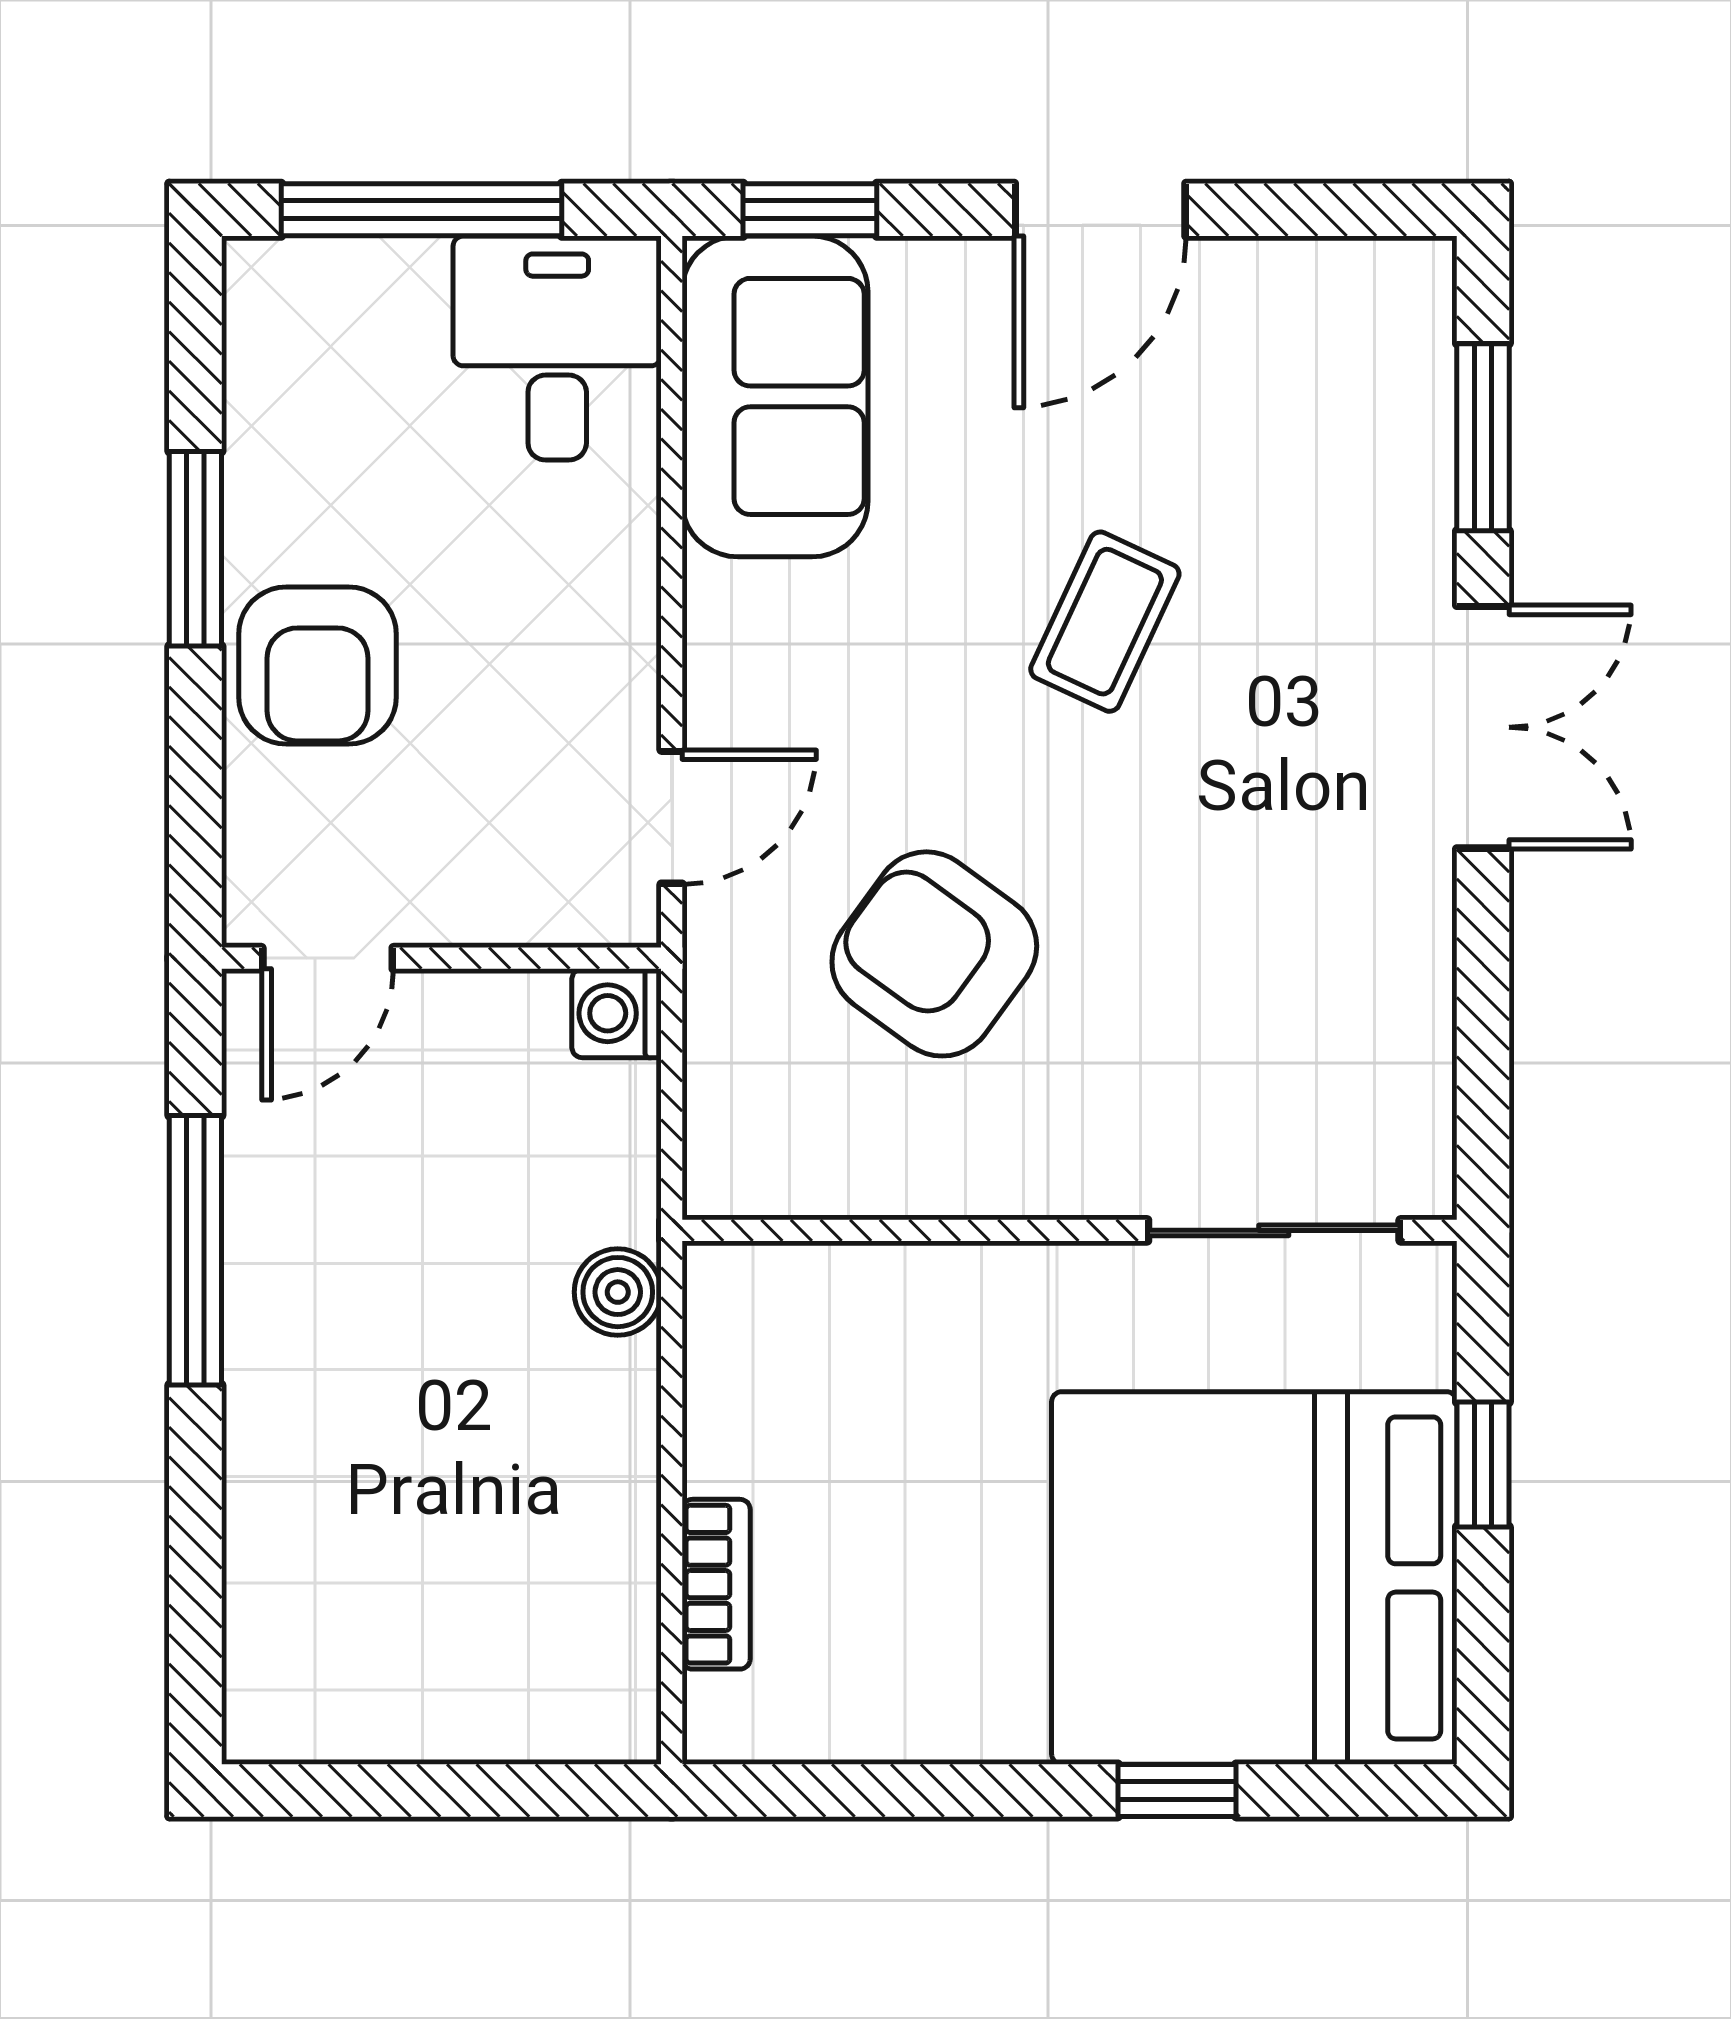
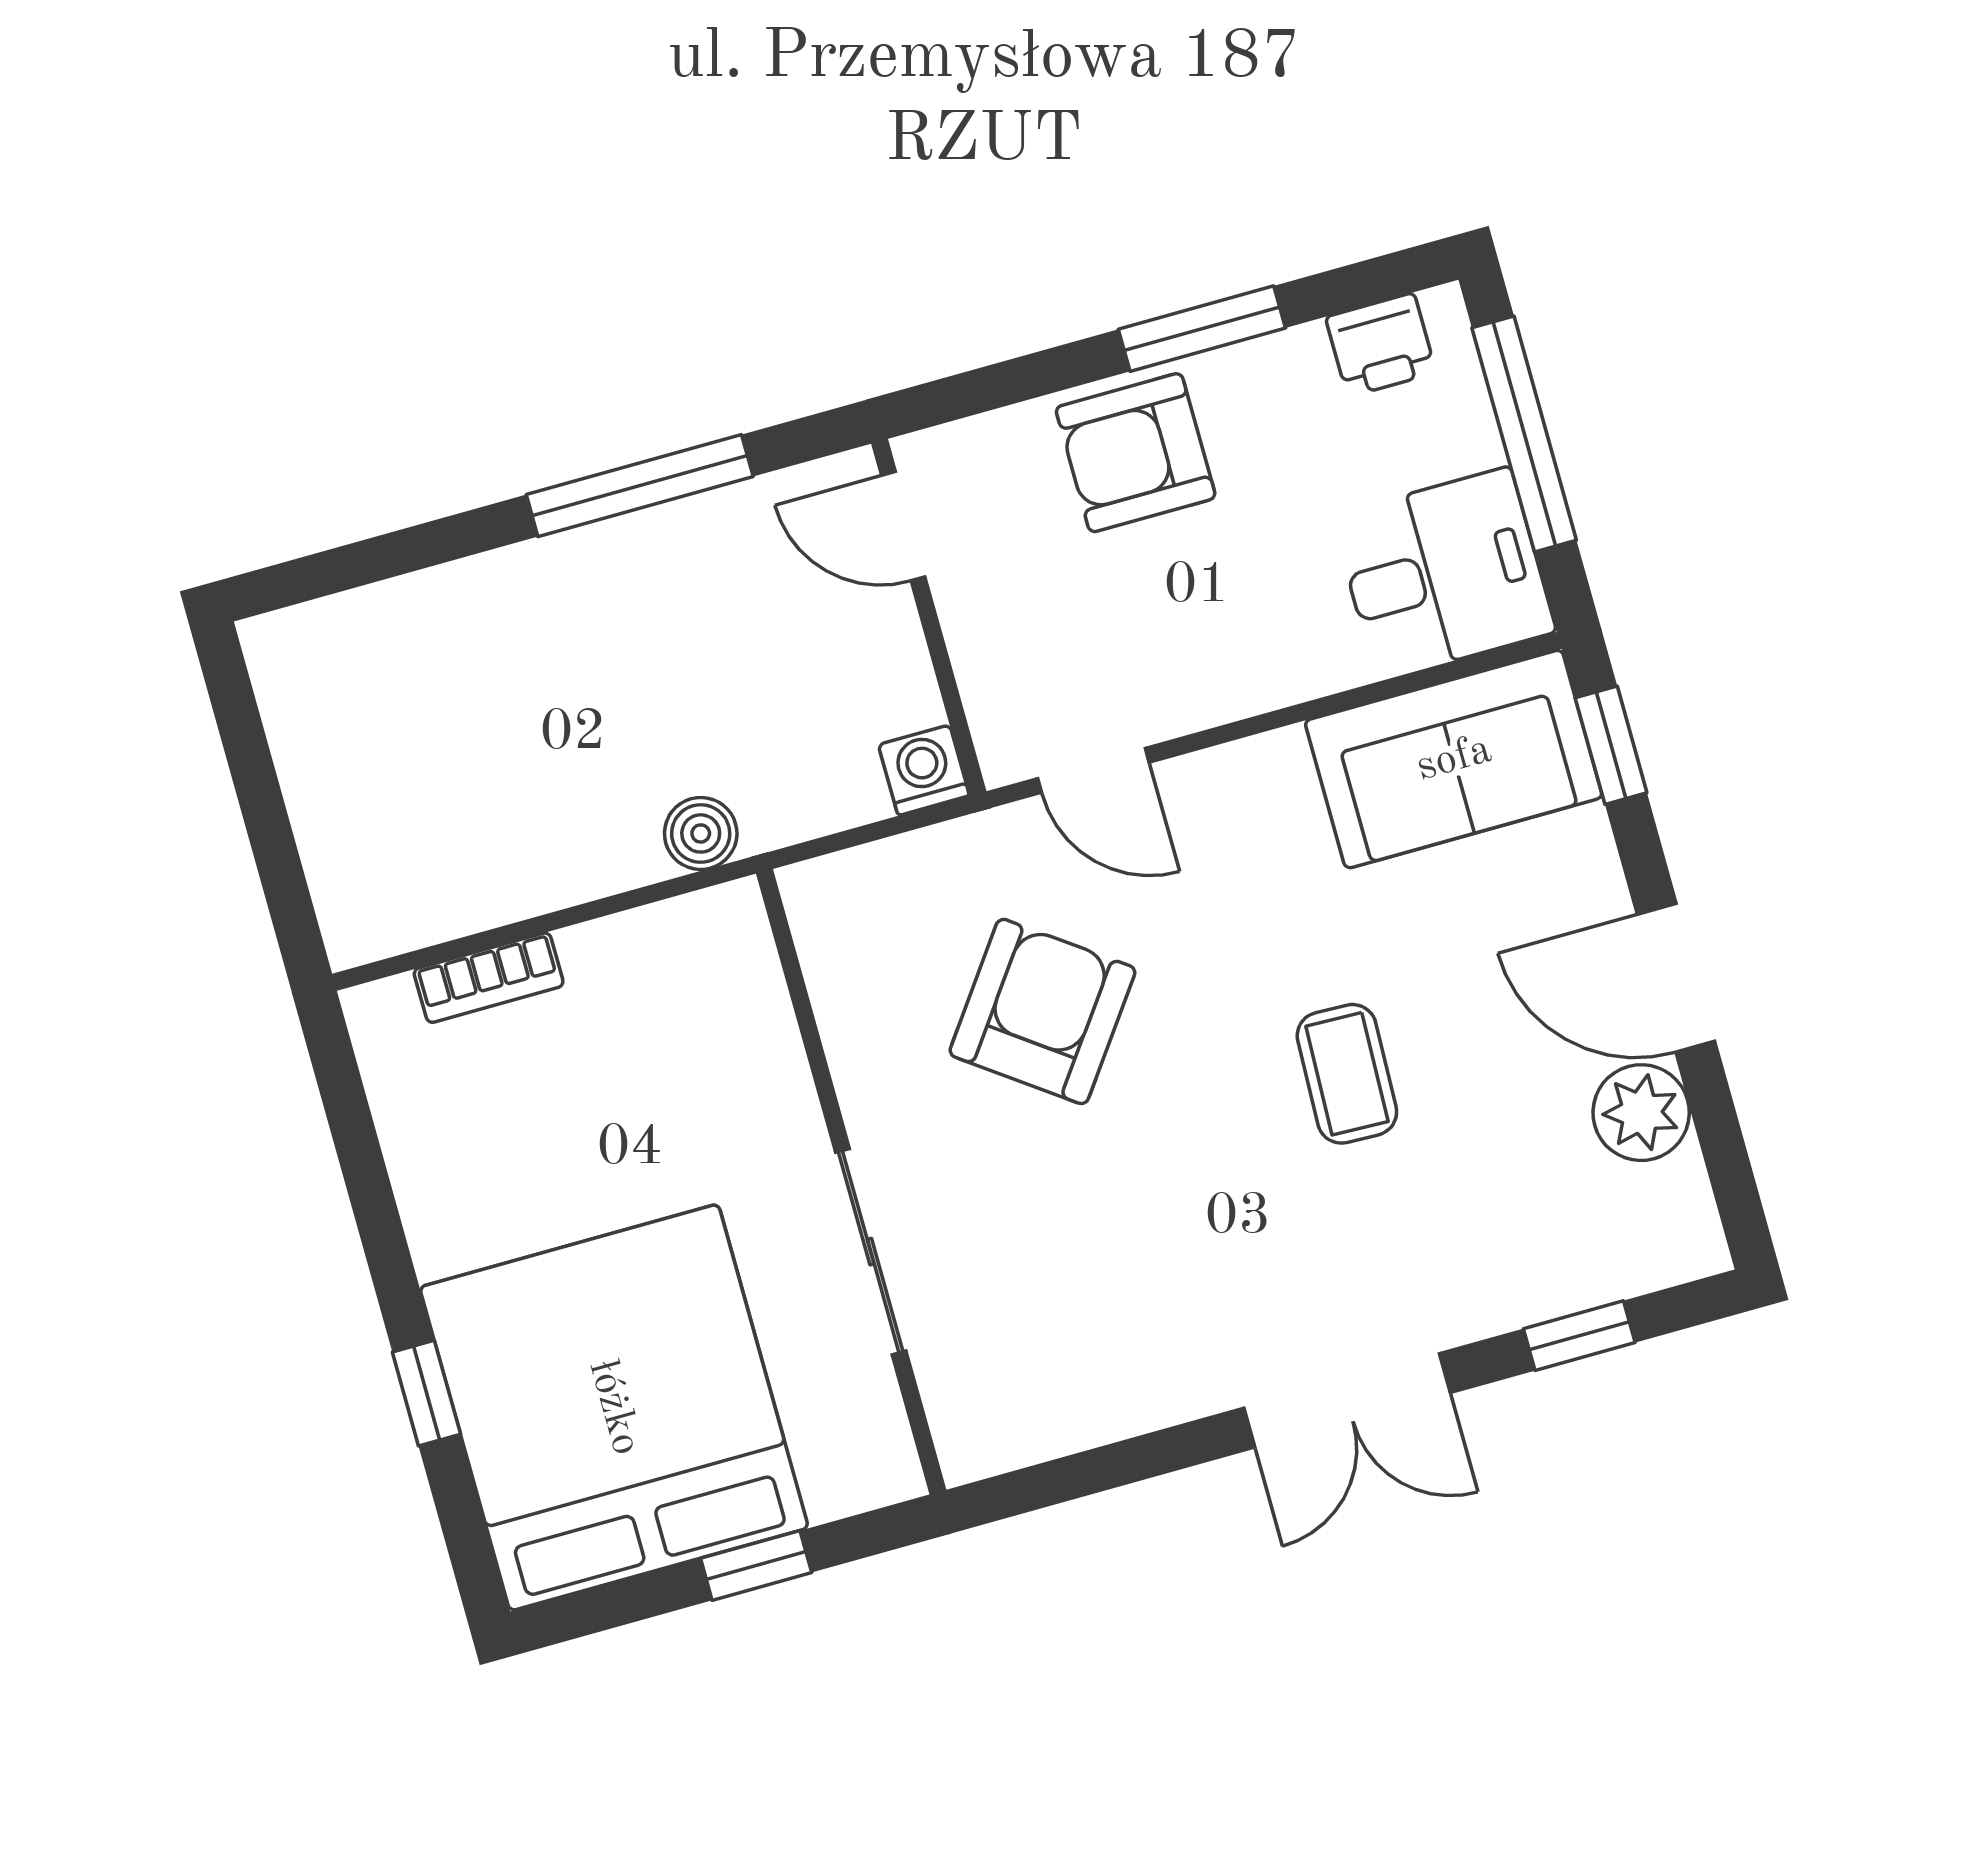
plant: (1245, 294) -> (1641, 1113), added
printer: (272, 347) -> (1381, 345), added
window: (1483, 437) -> (1579, 1336), width x0.67
coffee table: (1105, 622) -> (1347, 1074), turned 67
sliding door: (1274, 1230) -> (871, 1252), moved

